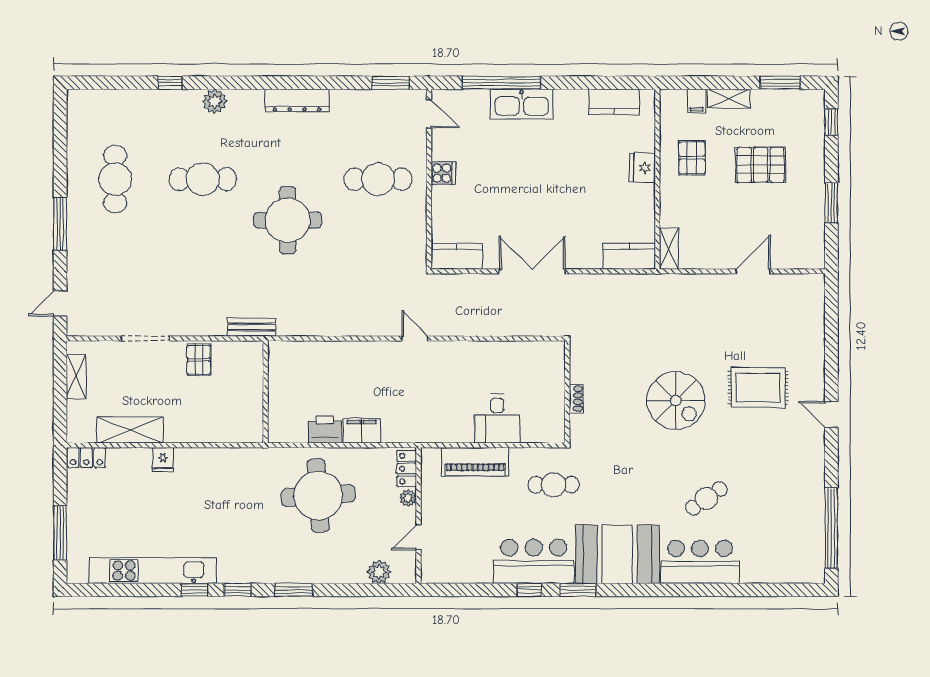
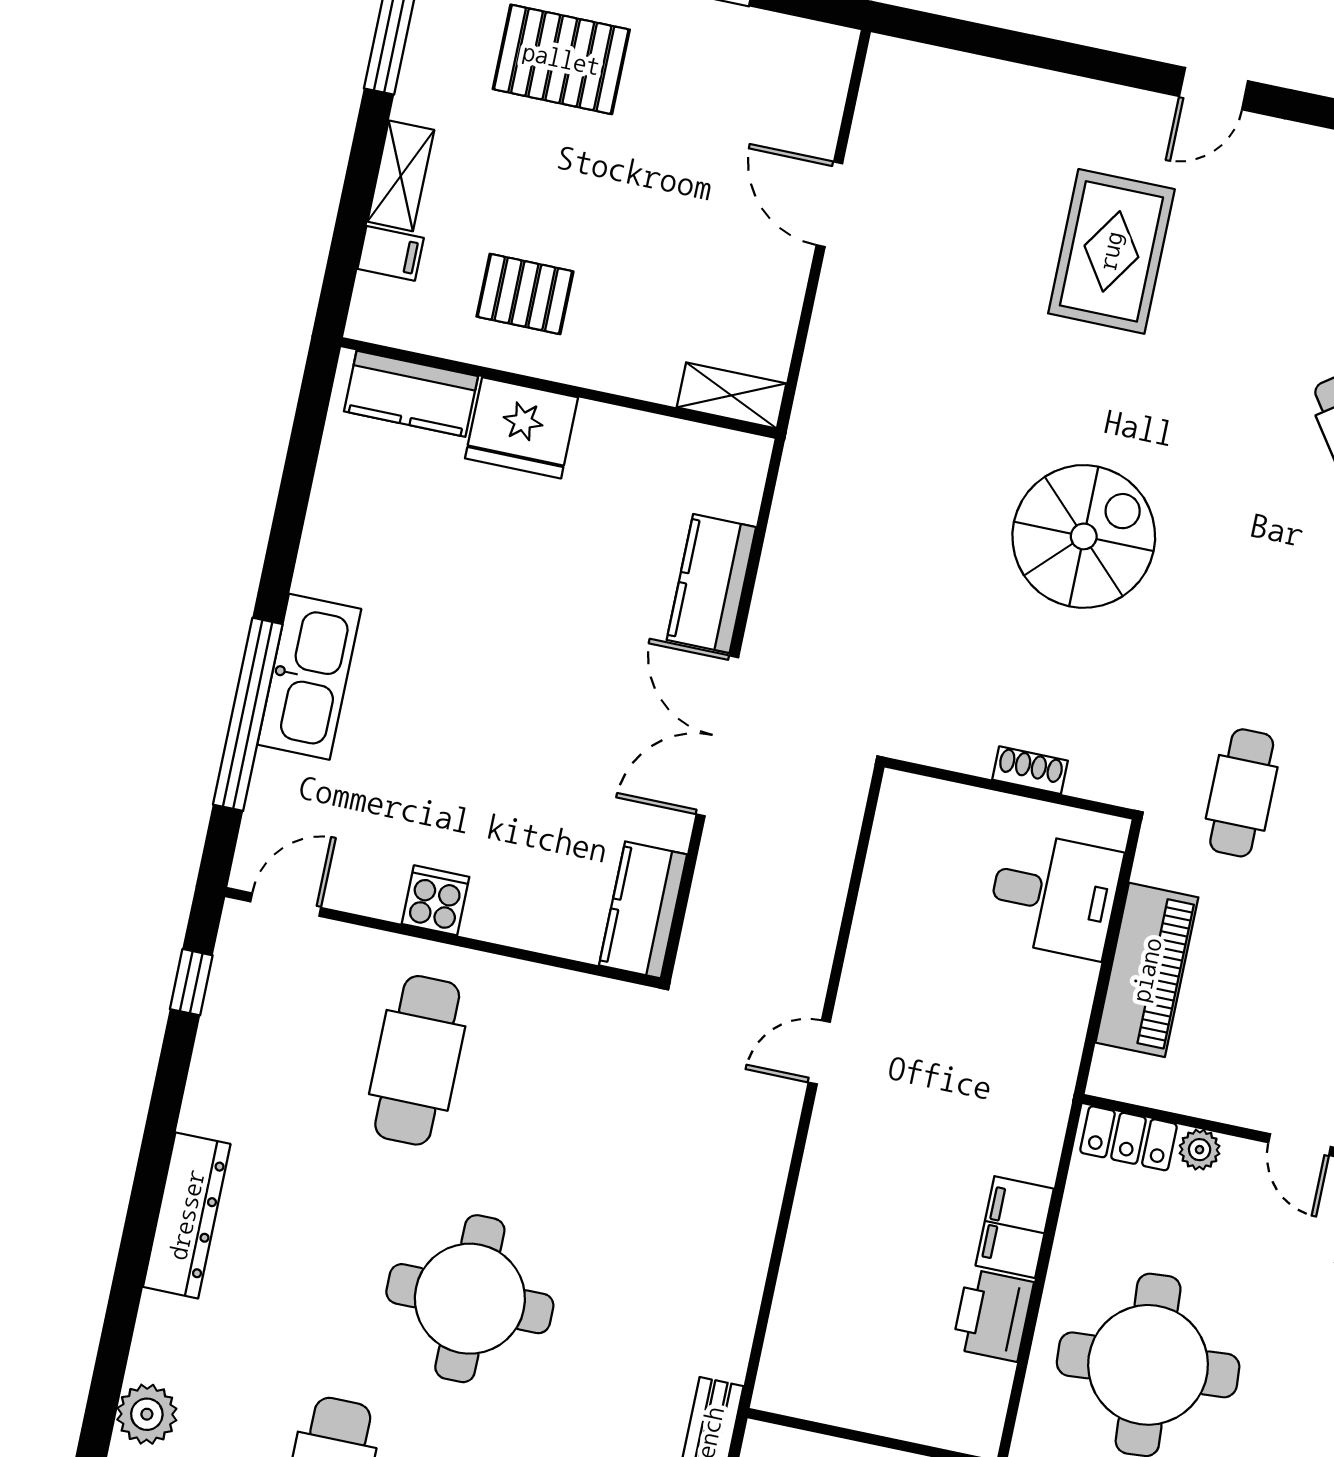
window: (390, 83) -> (191, 982), width x0.67
kitchen counter: (614, 102) -> (411, 394), moved, turned 90
pallet: (761, 165) -> (561, 59), moved, turned 90
fridge: (643, 168) -> (522, 428), width x1.36, depth x1.34
kitchen counter: (629, 256) -> (711, 584), moved
wall: (567, 392) -> (1009, 788), moved
shoe rack: (576, 399) -> (1030, 770), moved
spiral stairs: (676, 401) -> (1084, 536), moved

